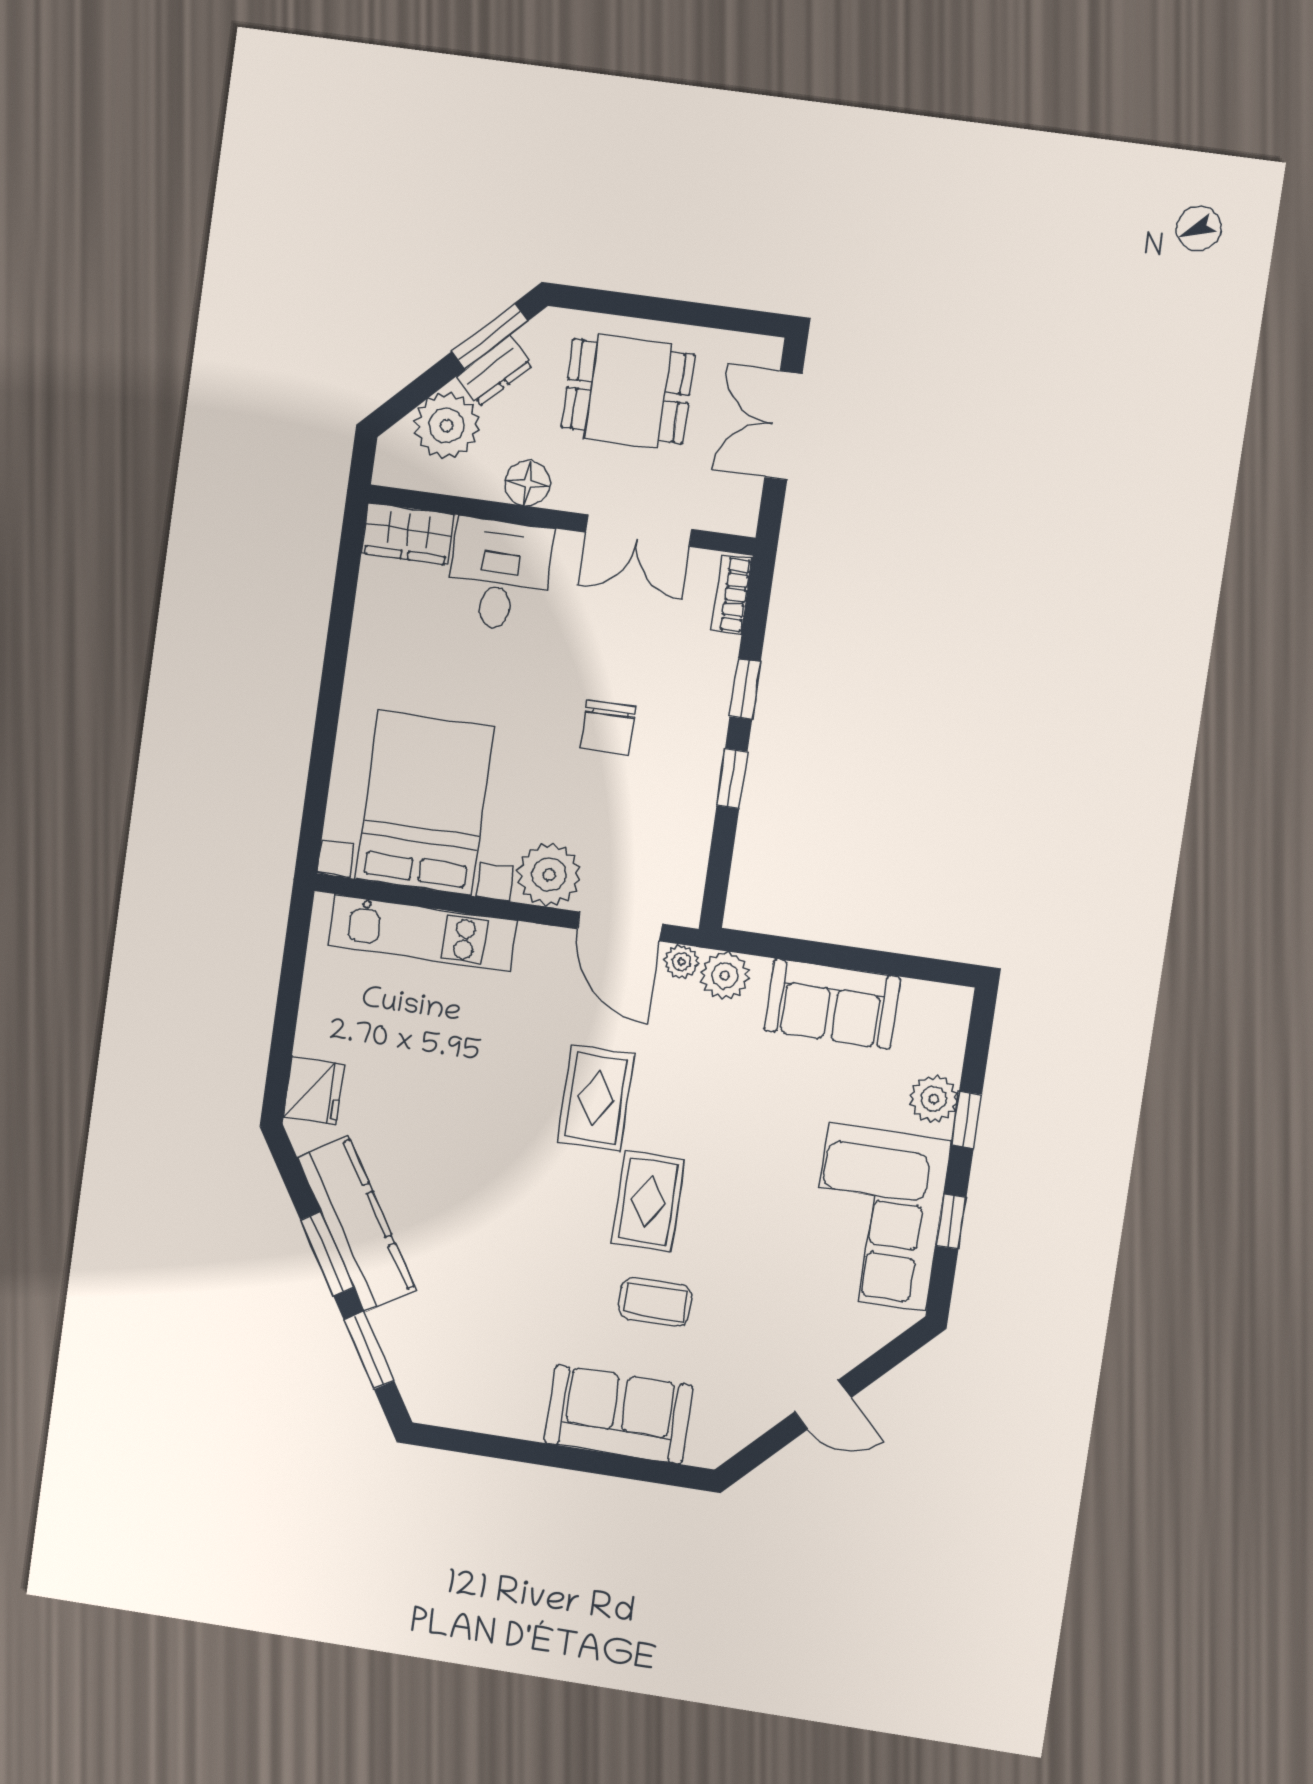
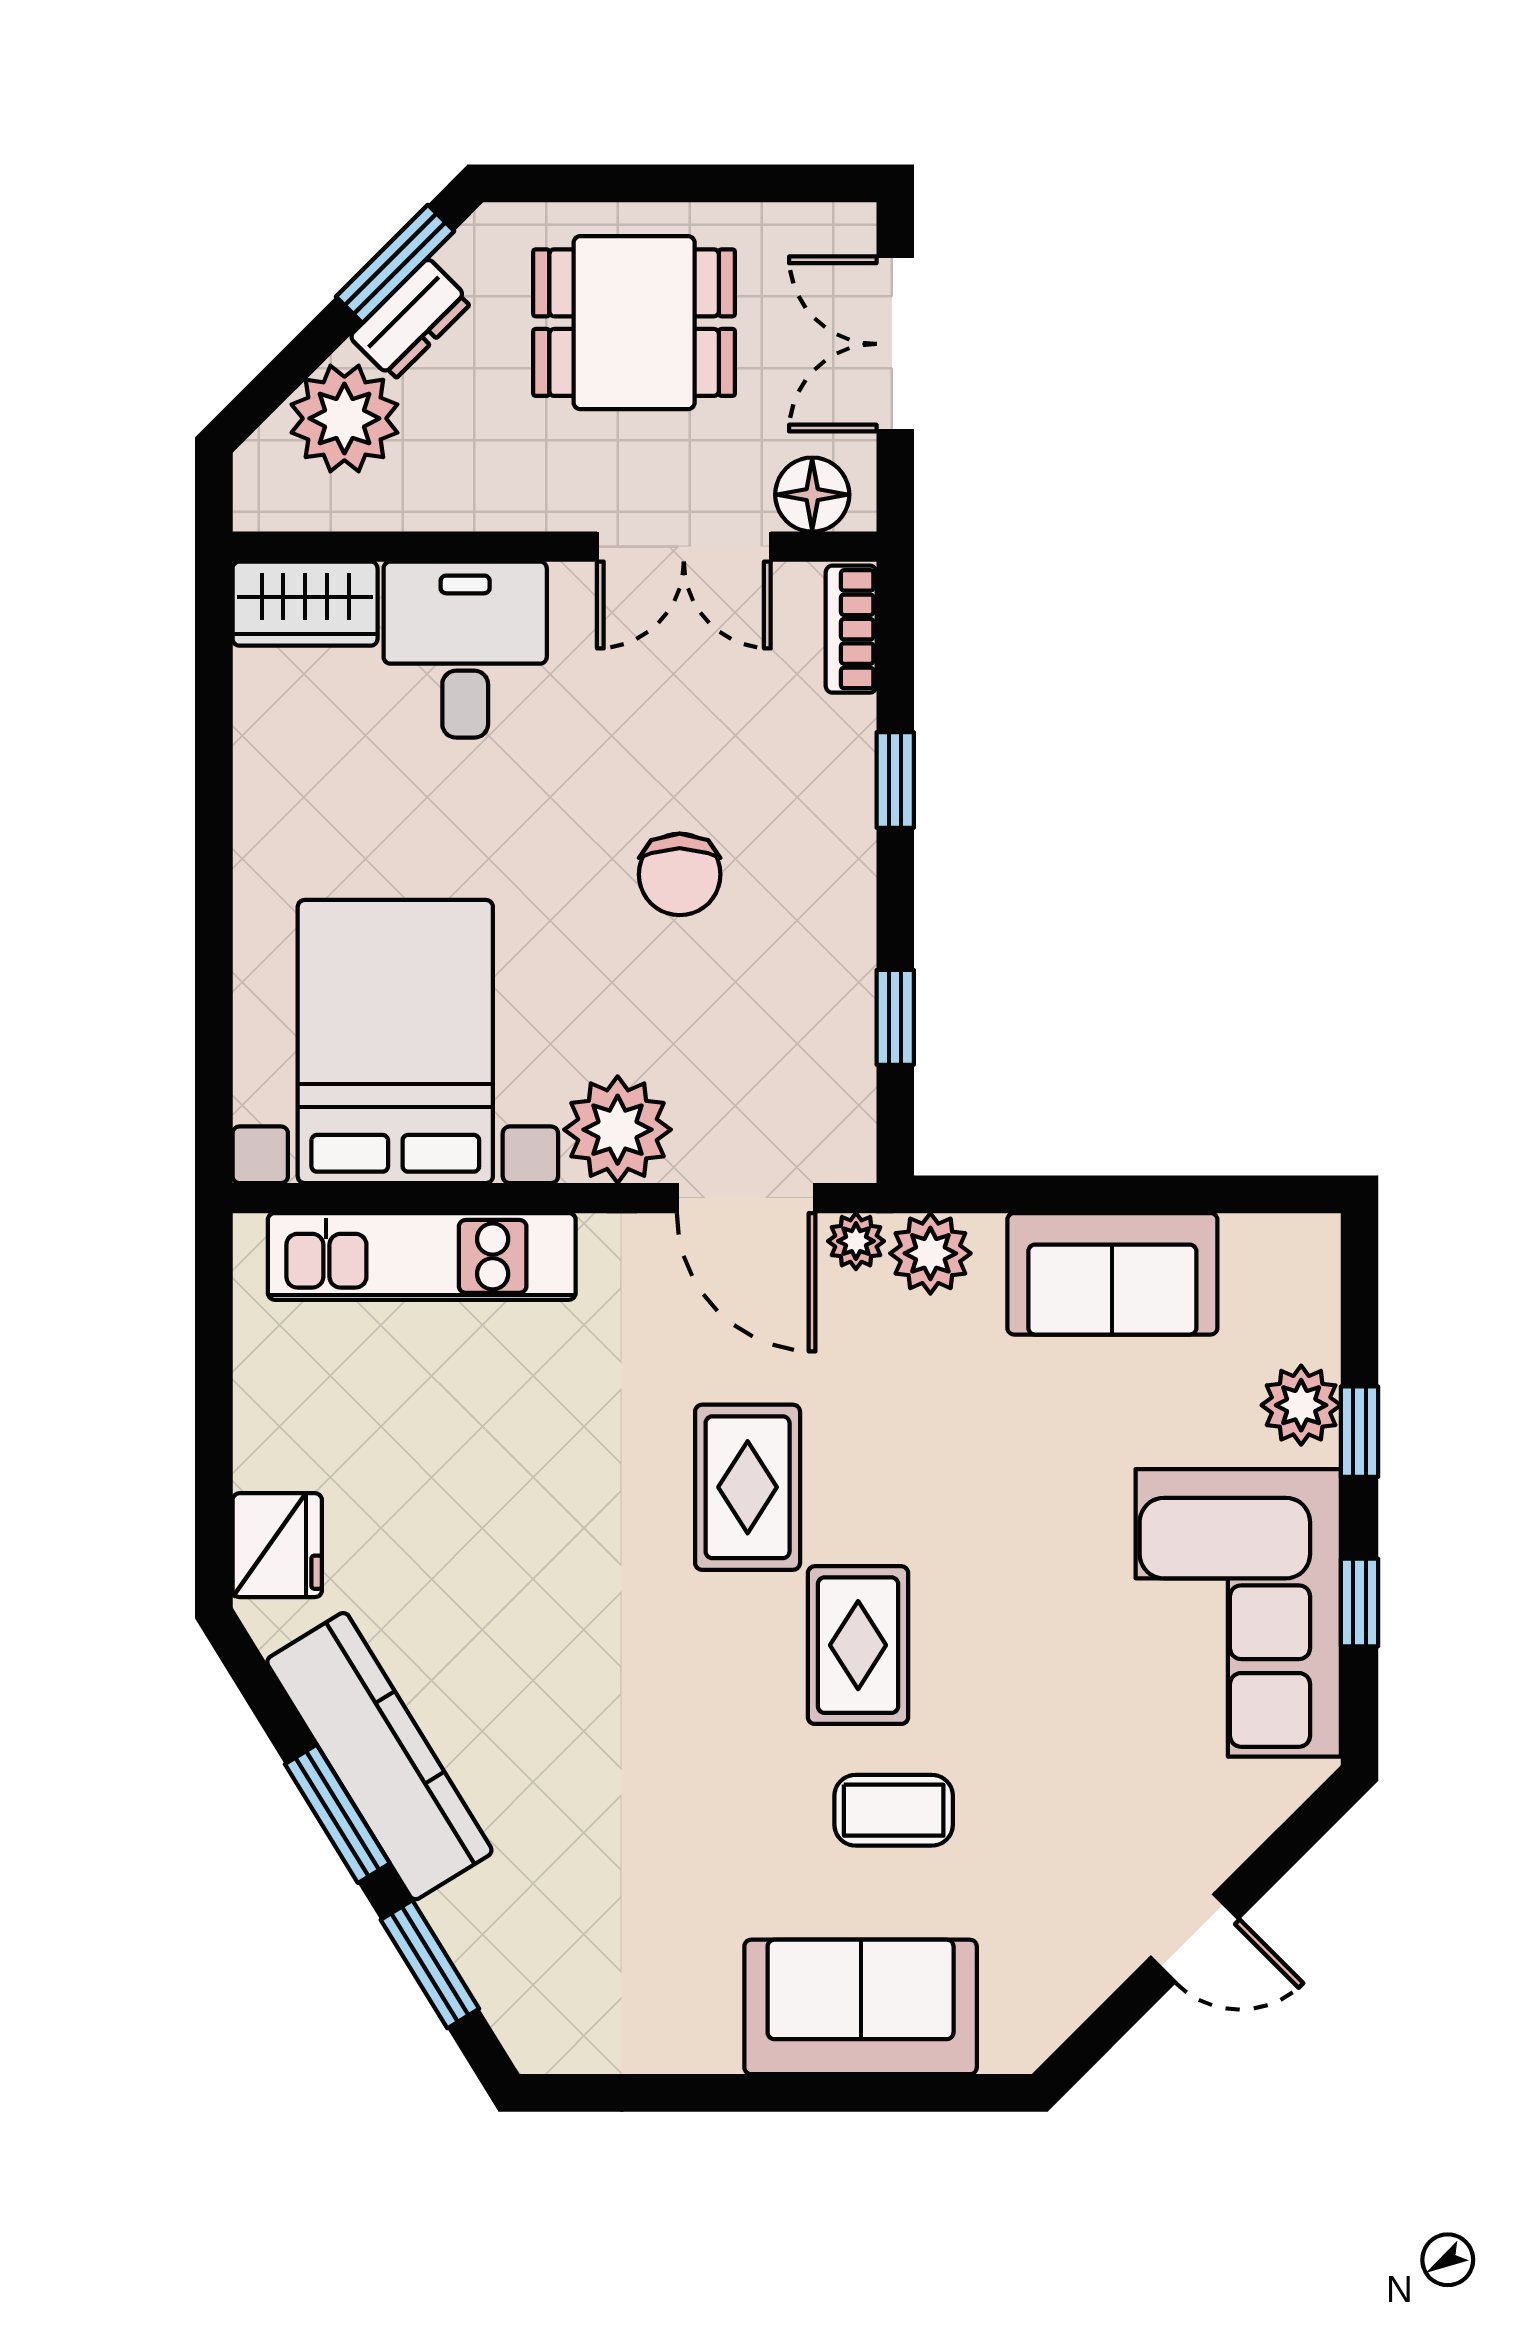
floor lamp: (527, 483) -> (812, 495), moved
window: (732, 778) -> (895, 1017), moved

